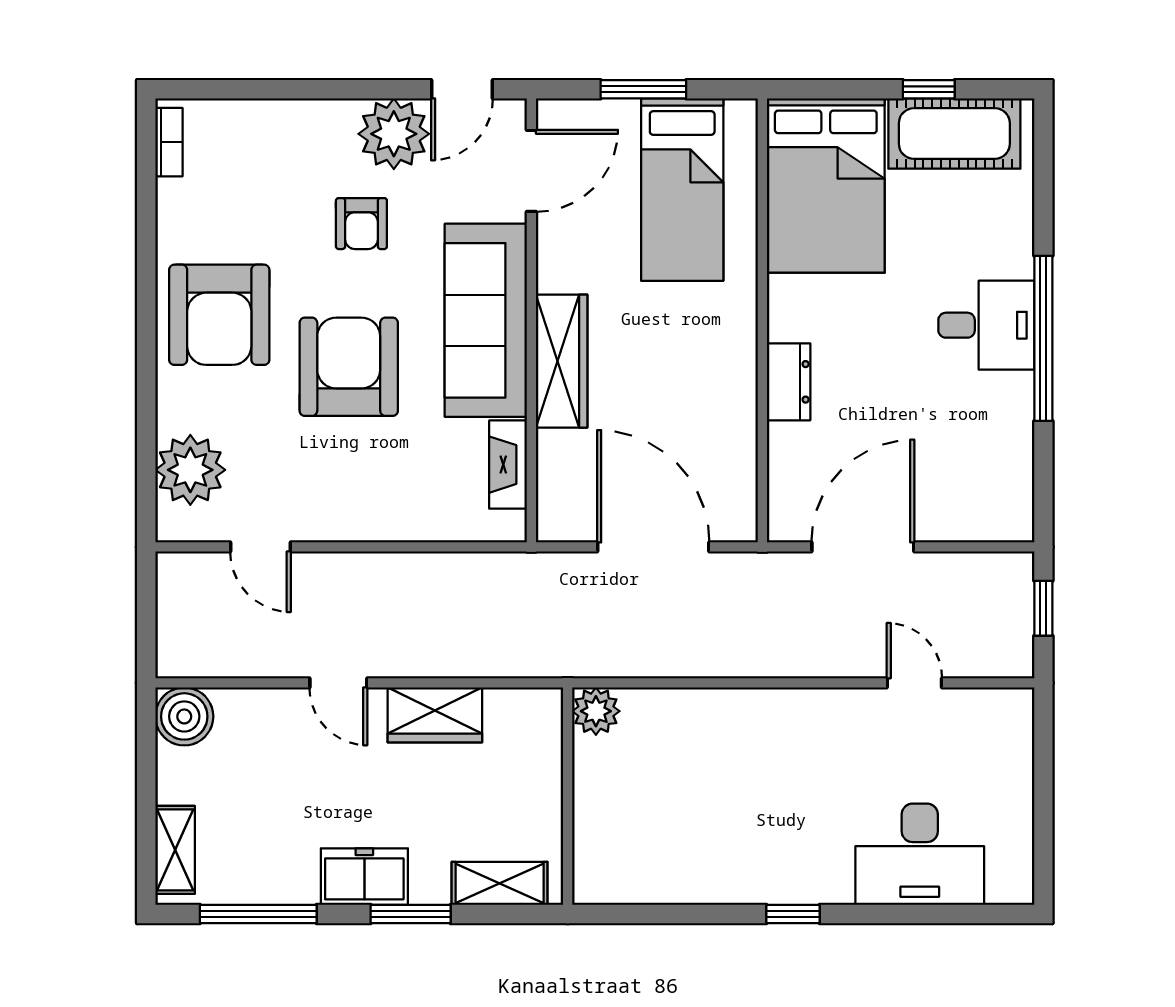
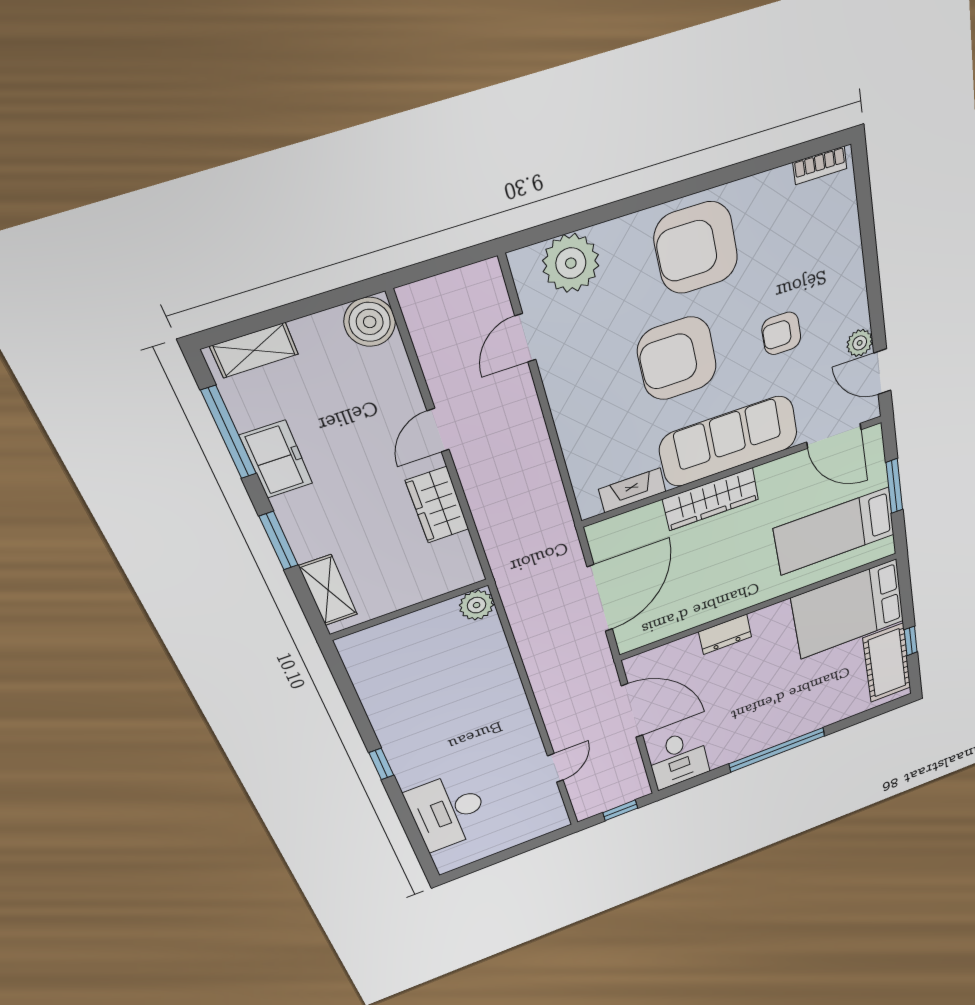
plant: (394, 134) -> (860, 343), width x0.53, depth x0.53
desk: (986, 325) -> (678, 759), moved
armchair: (349, 367) -> (677, 359), turned 180
freezer: (364, 877) -> (276, 459), moved

